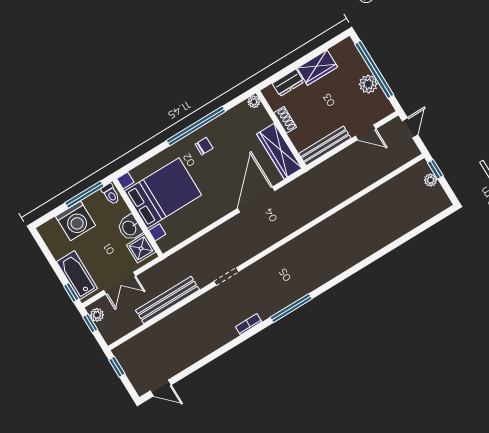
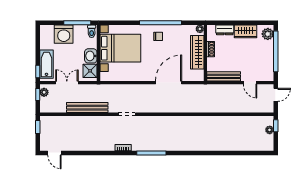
plant: (368, 84) -> (268, 34), moved
wardrobe: (279, 151) -> (197, 52), moved
double door: (120, 283) -> (67, 83), swing flipped

